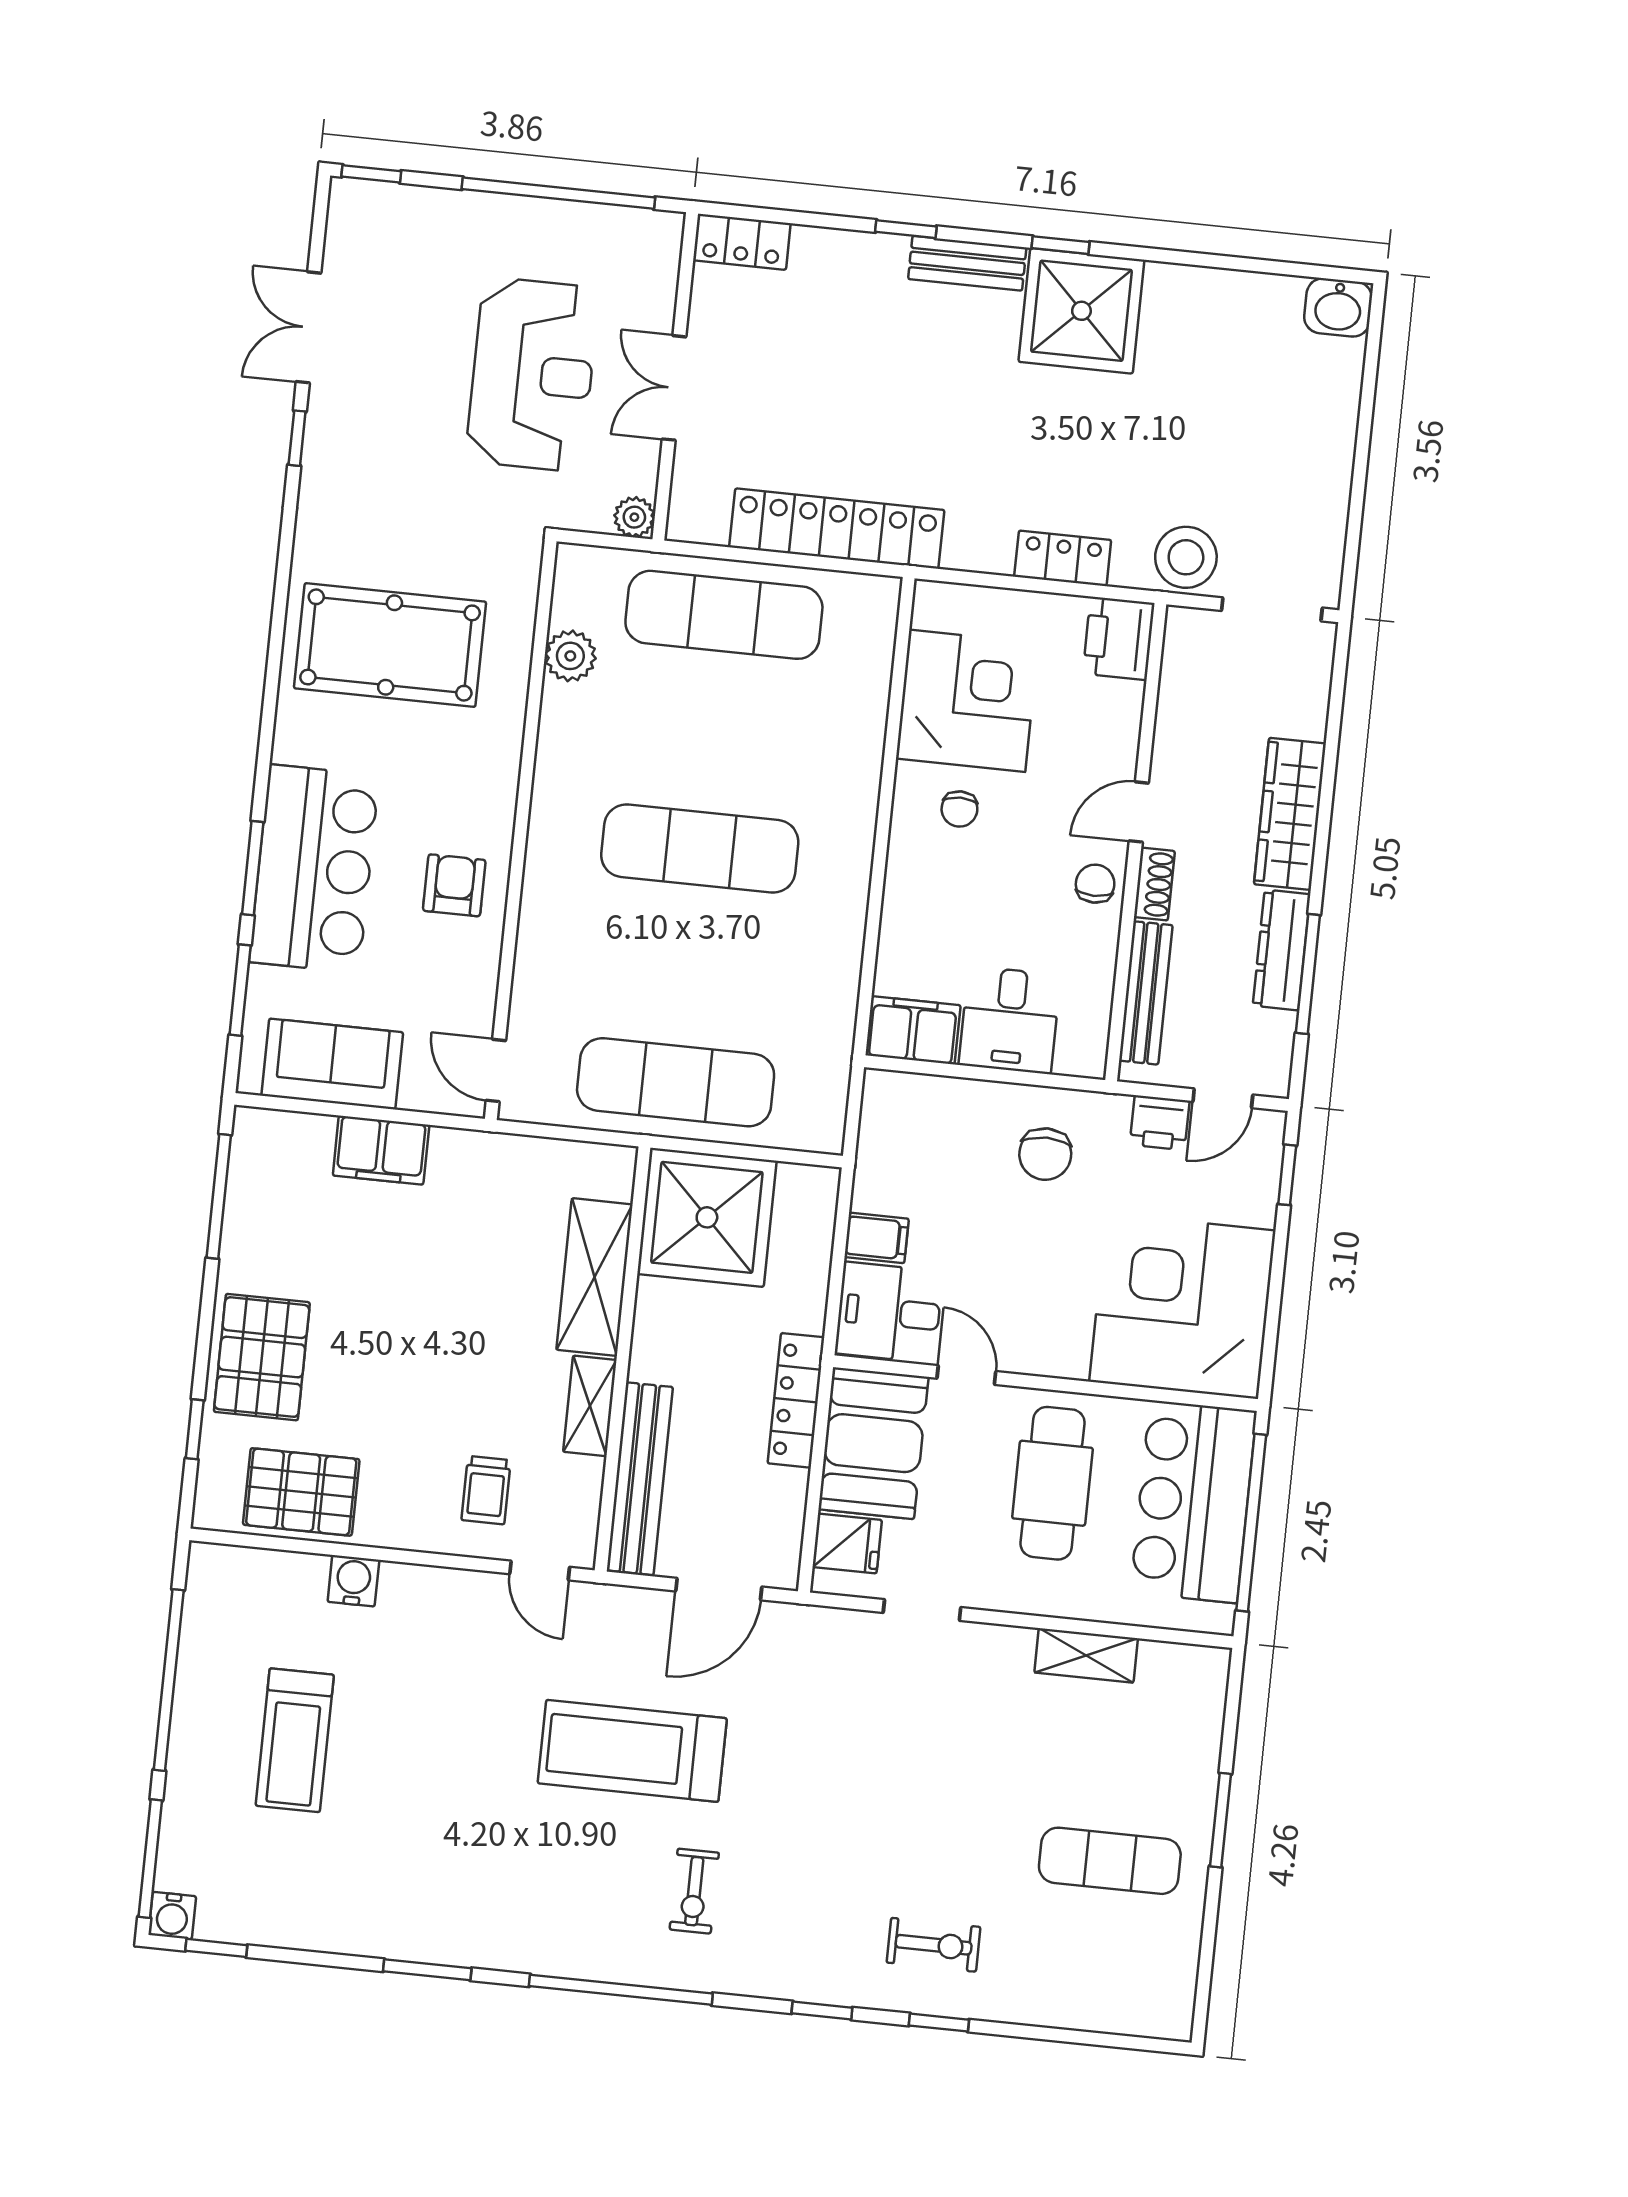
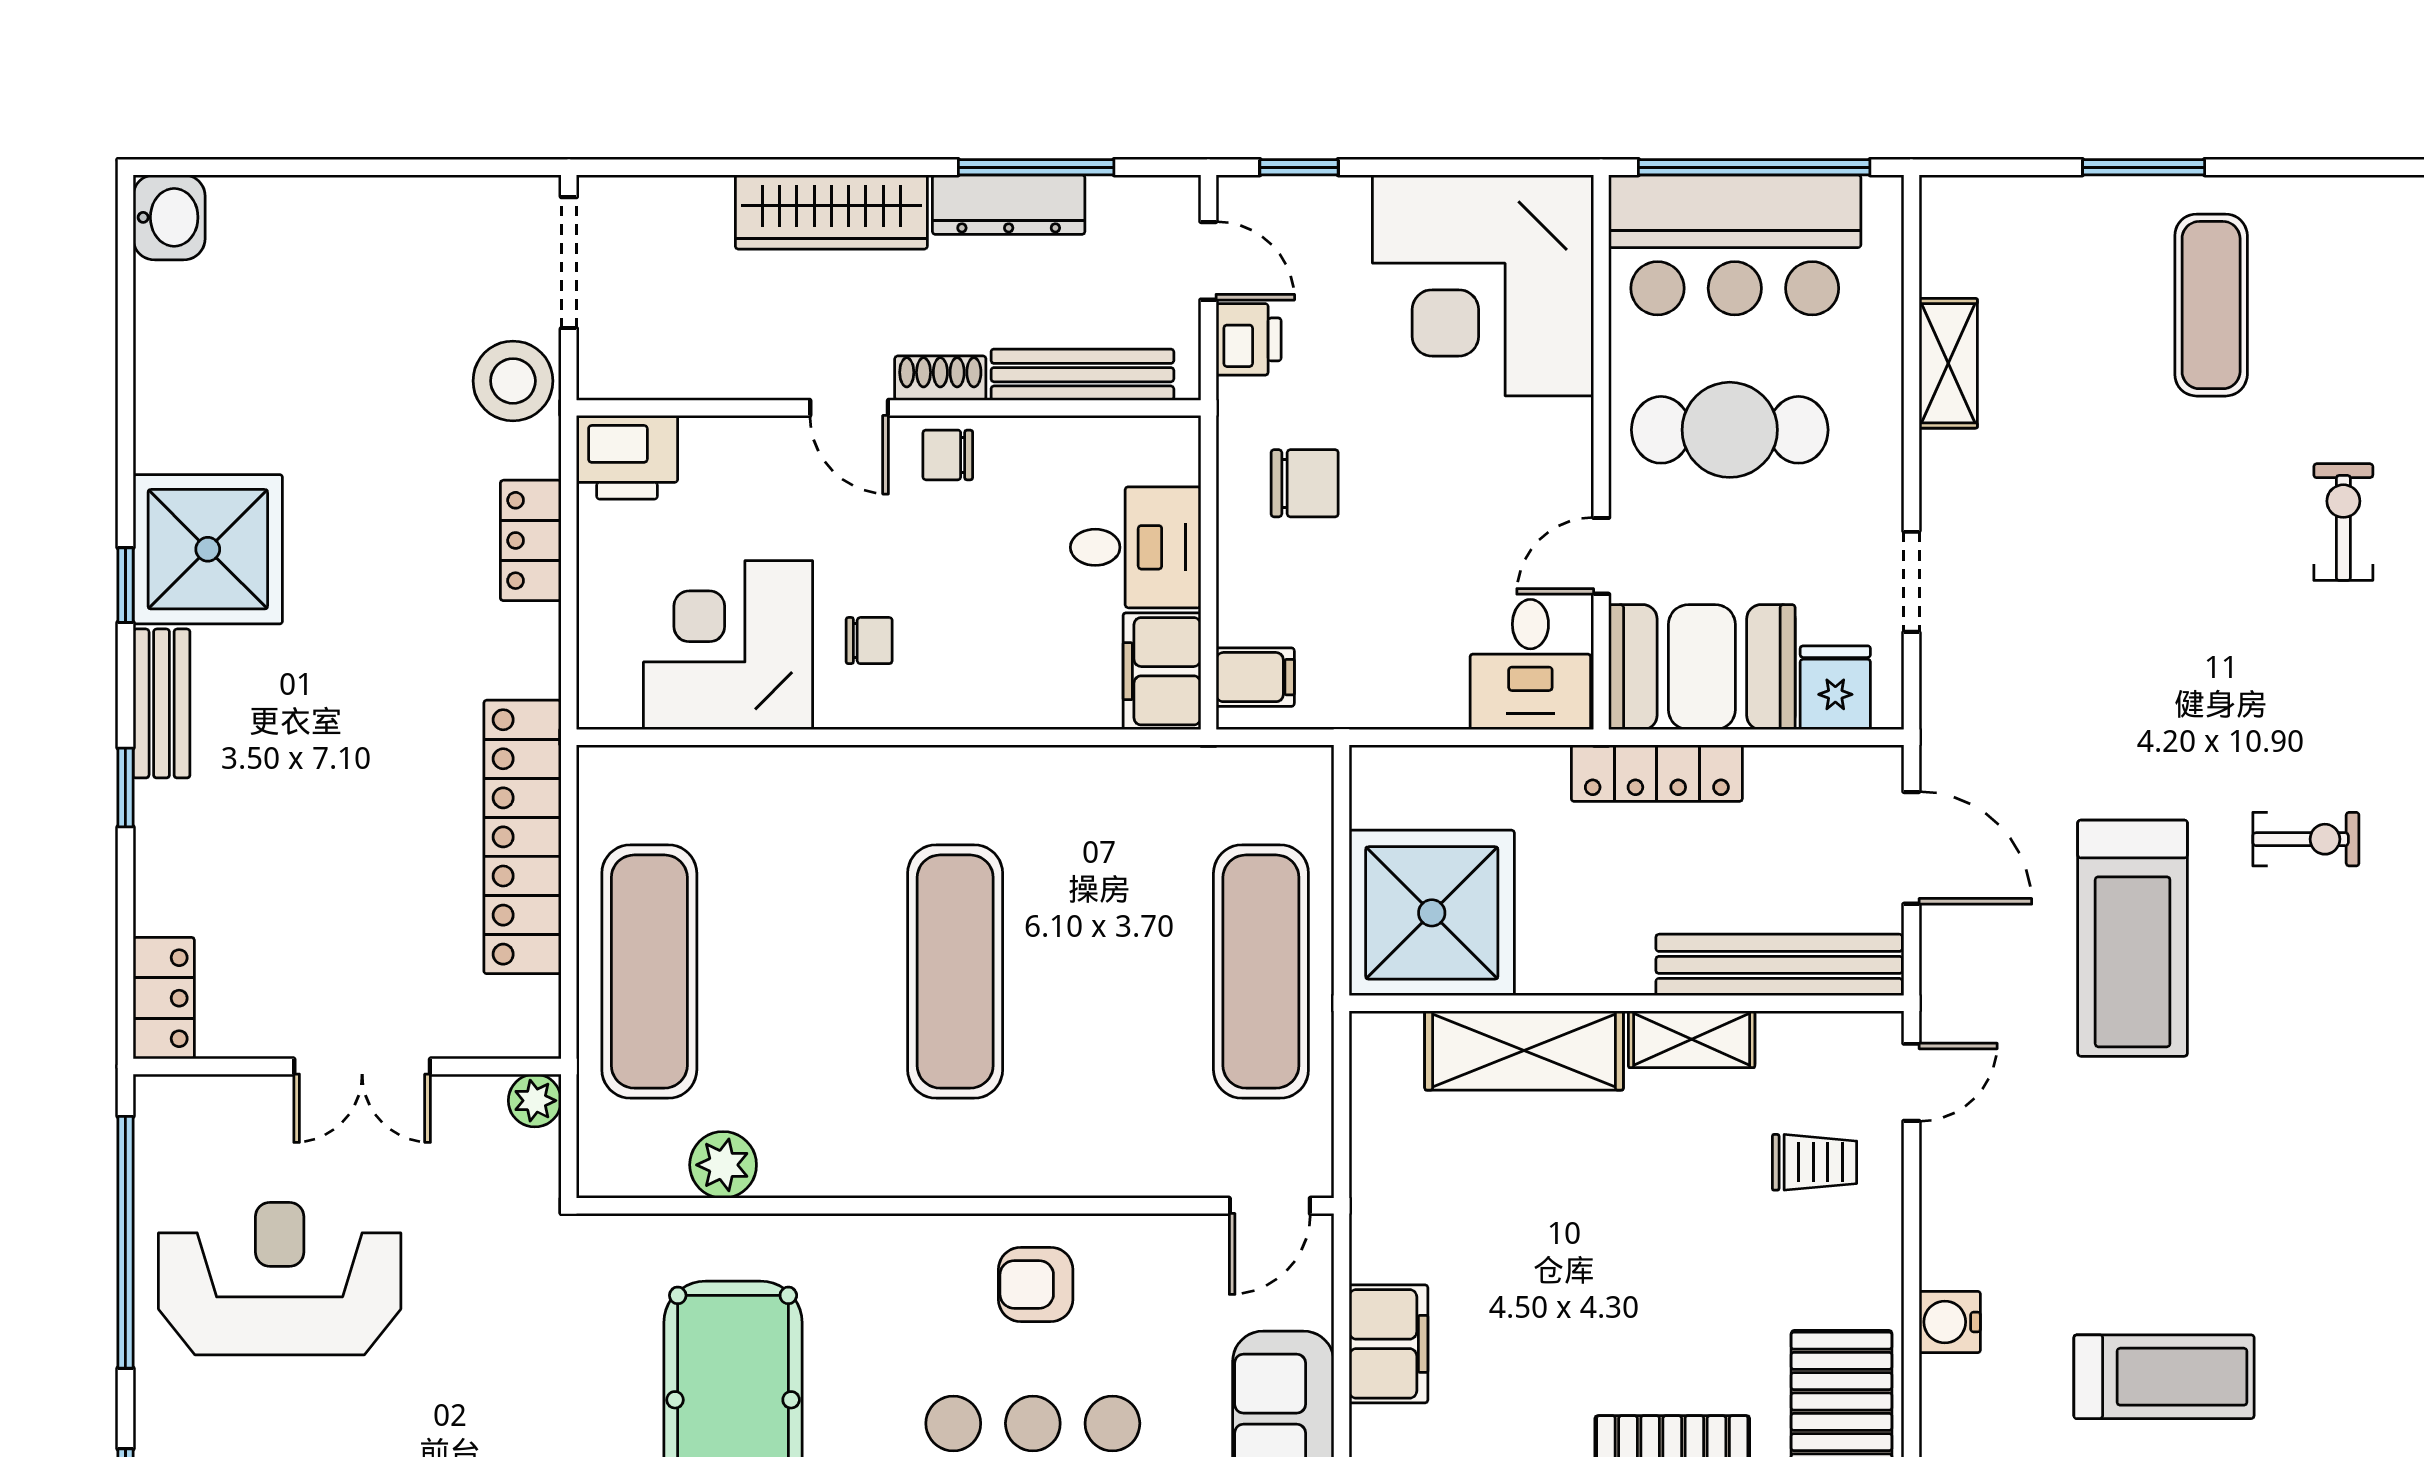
reception desk: (532, 374) -> (280, 1279), moved
filing cabinet: (877, 1238) -> (1255, 677), moved, turned 90

